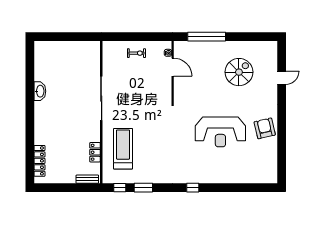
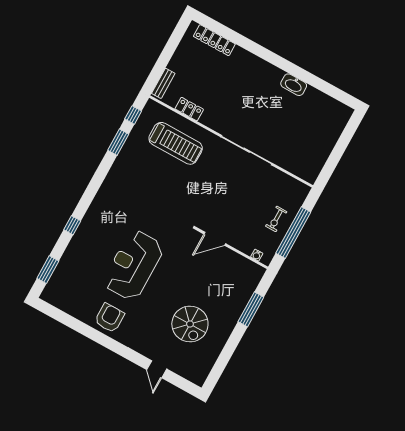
window: (139, 37) -> (293, 233), added
window: (207, 37) -> (251, 309), width x0.68
door: (173, 67) -> (215, 239), moved
armchair: (265, 128) -> (109, 318), turned -77
window: (193, 188) -> (72, 225), moved
window: (255, 188) -> (48, 270), added

